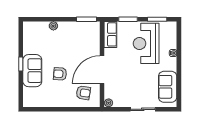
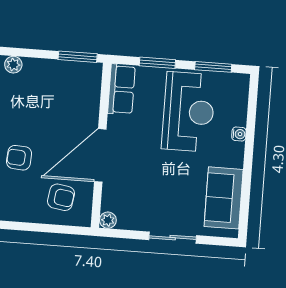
reception desk: (146, 43) -> (189, 112), turned 180

